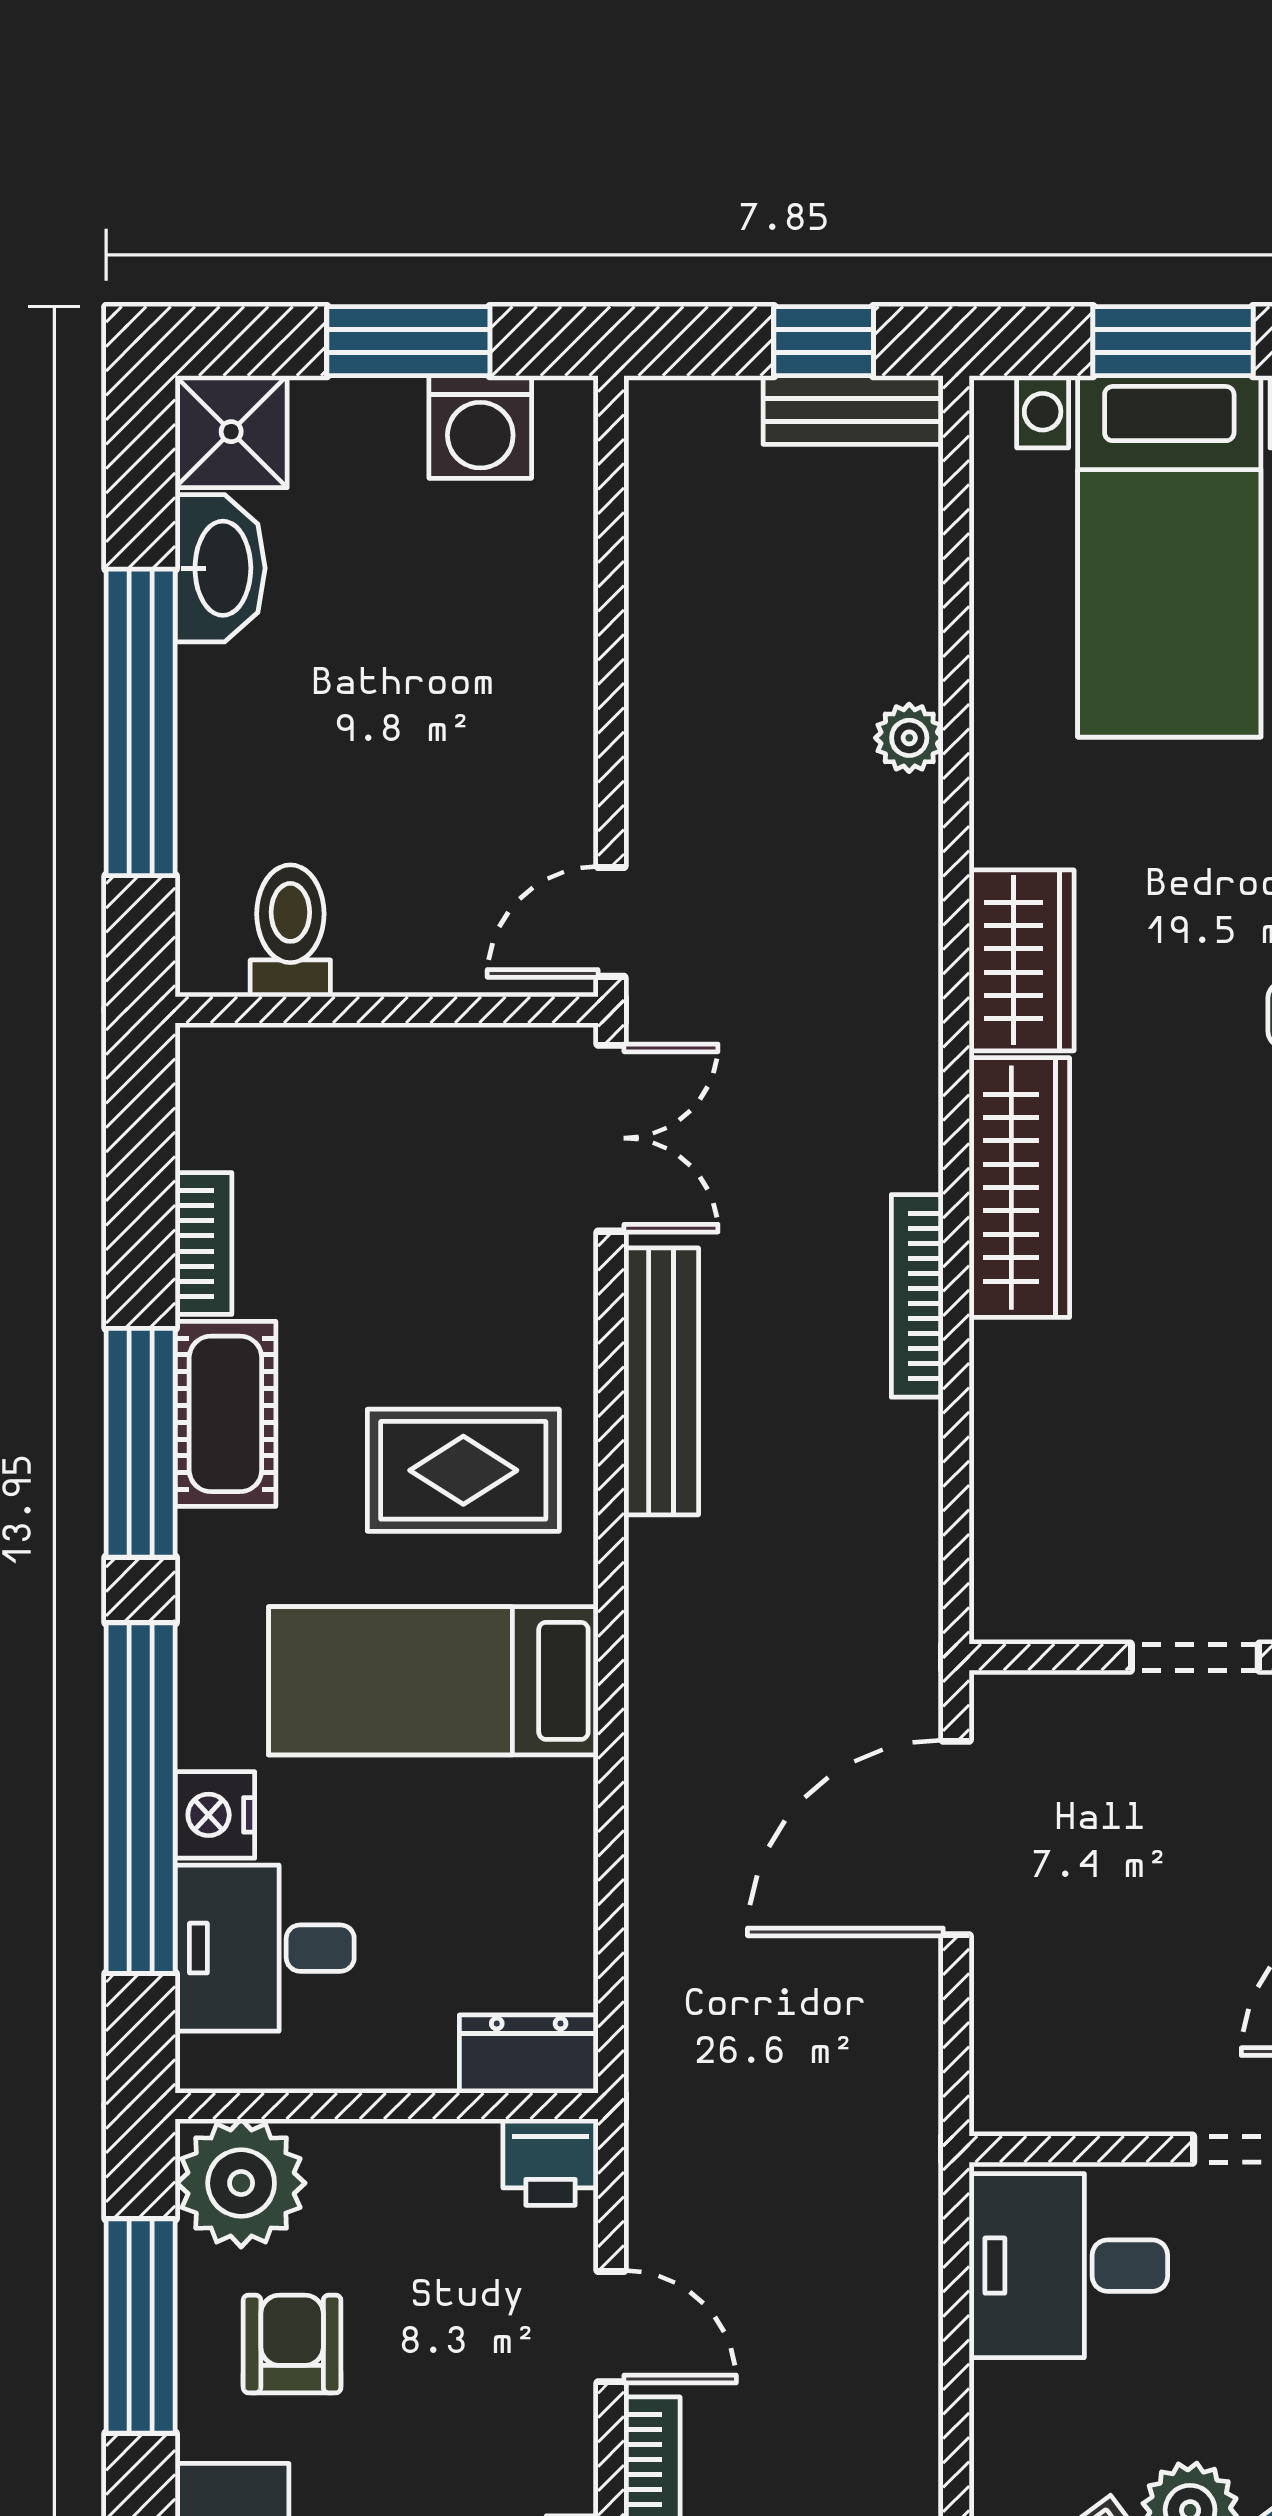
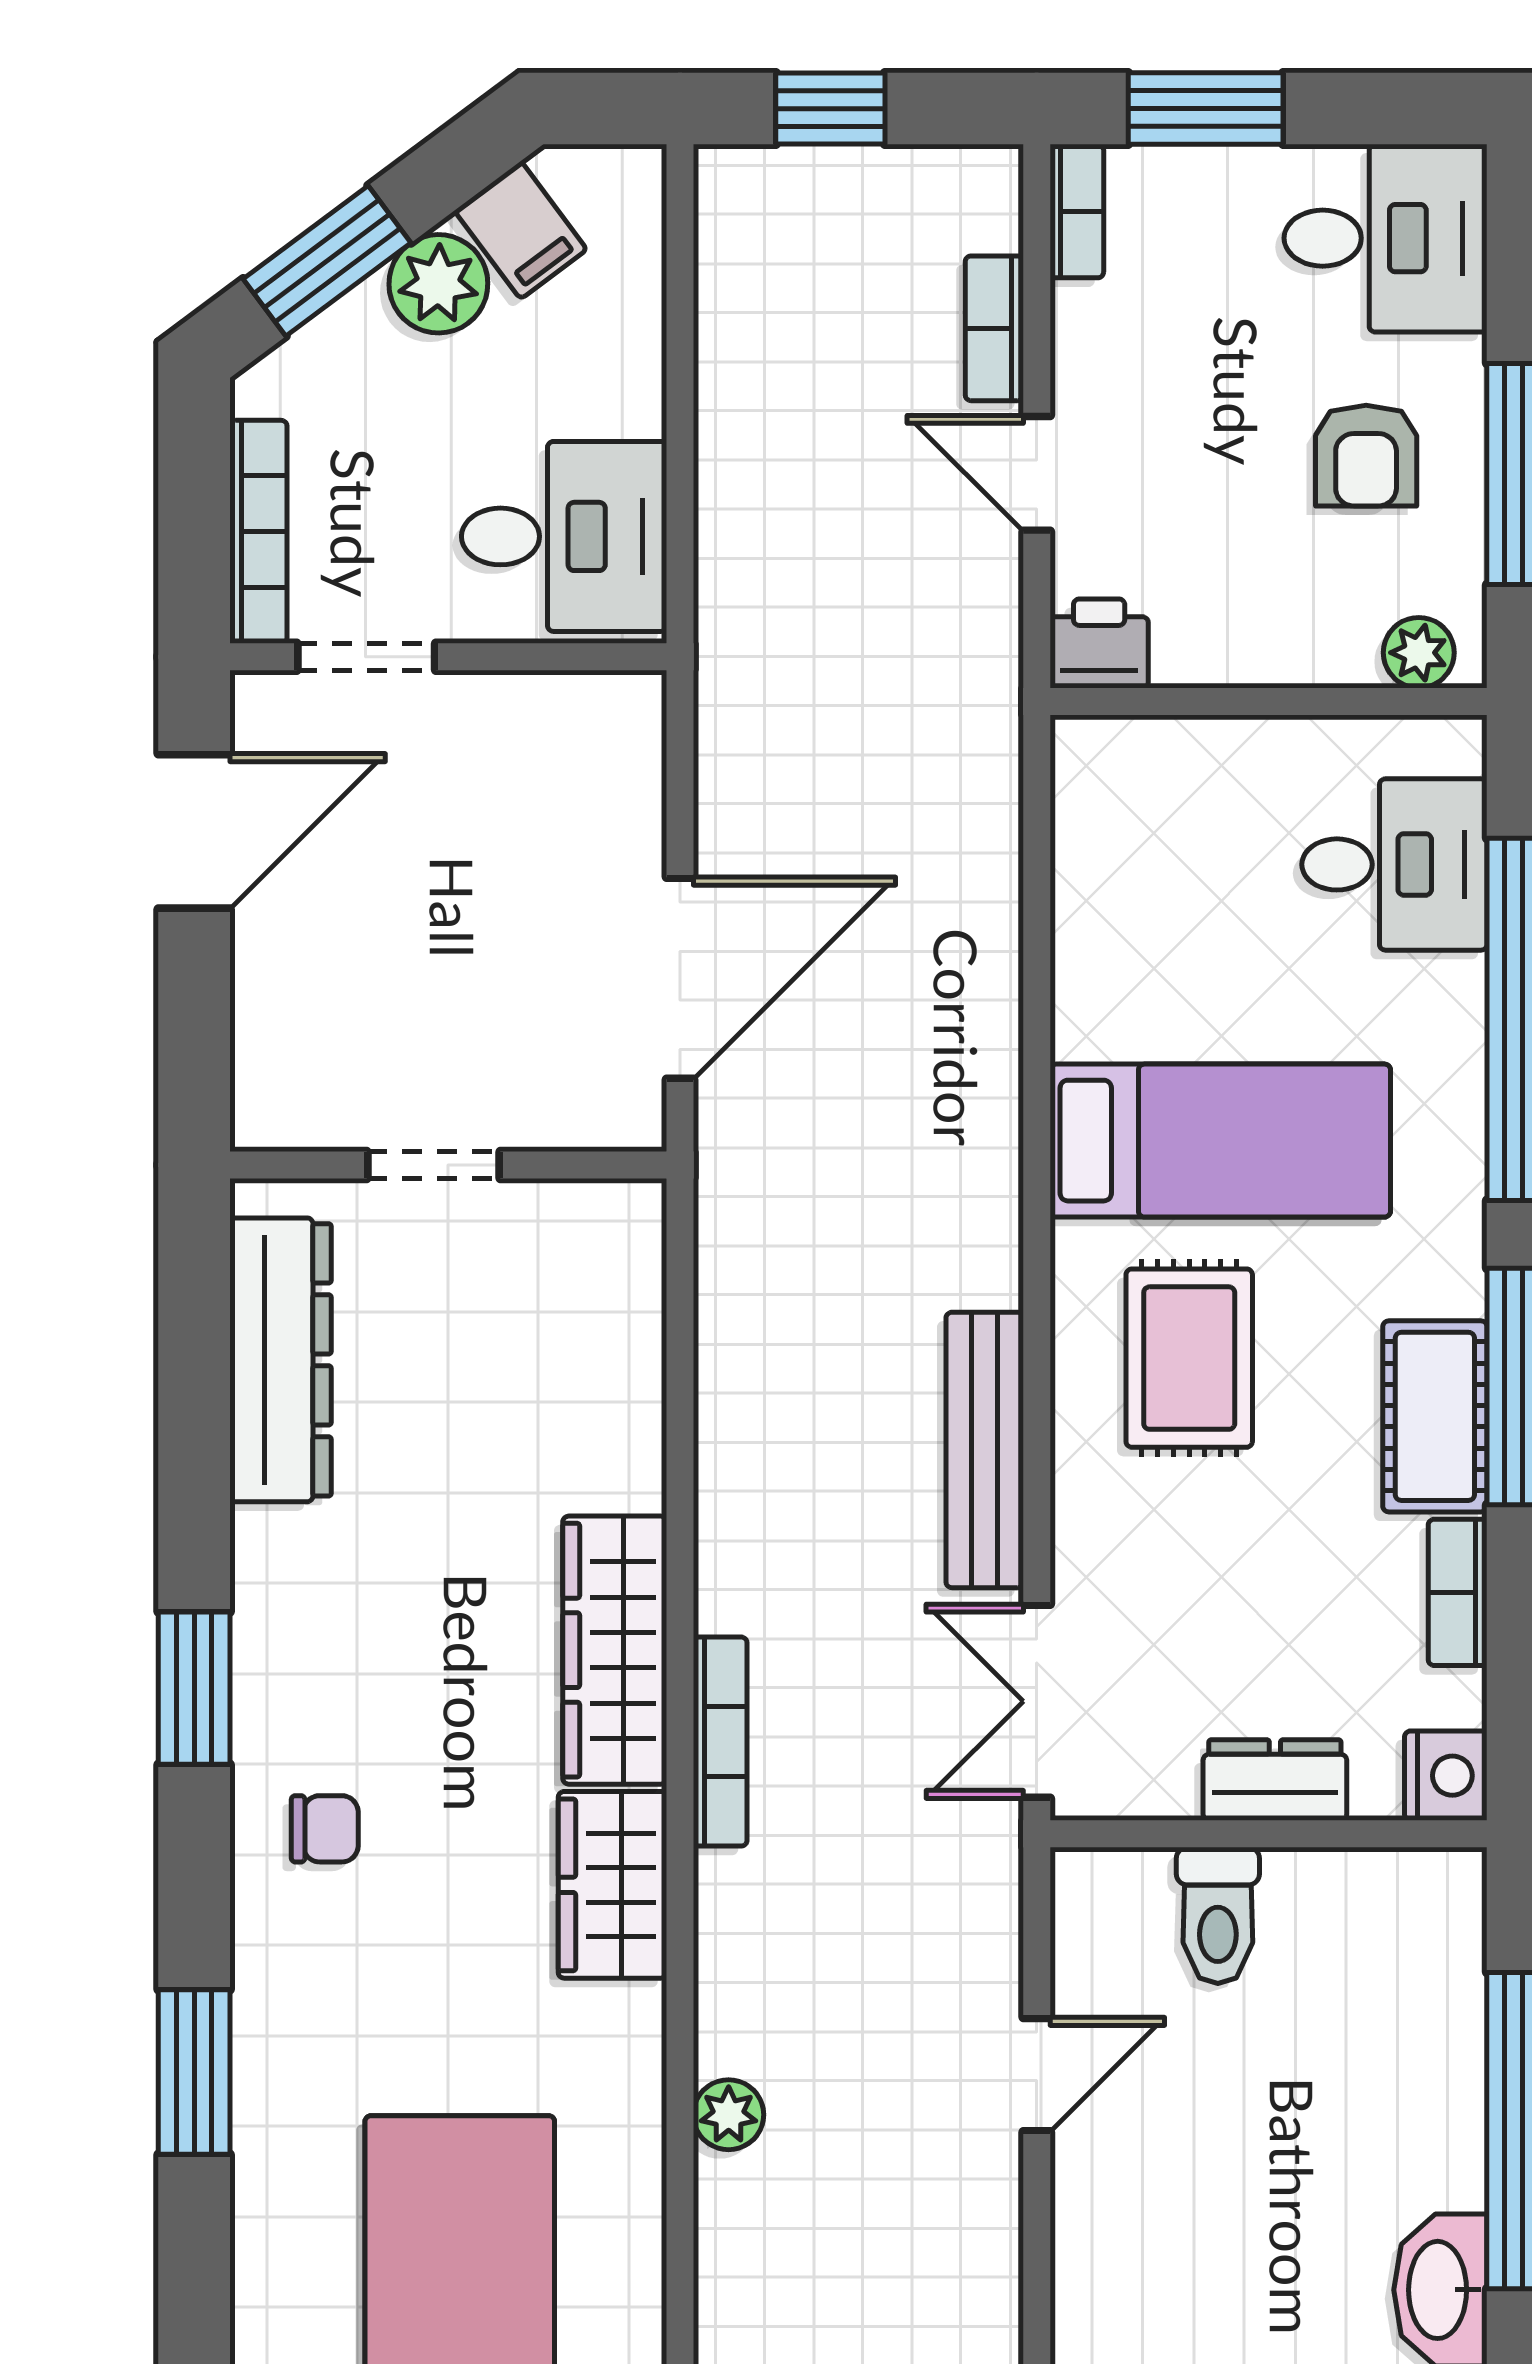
door: (611, 922) -> (1037, 2075), moved
toilet: (290, 931) -> (1218, 1915), moved
bookcase: (917, 1296) -> (720, 1742), moved
rug: (463, 1470) -> (1189, 1358), turned 90
nightstand: (215, 1815) -> (1446, 1776), moved
dresser: (529, 2054) -> (1275, 1780), moved, turned 180
plant: (241, 2183) -> (1419, 653), width x0.53, depth x0.53

